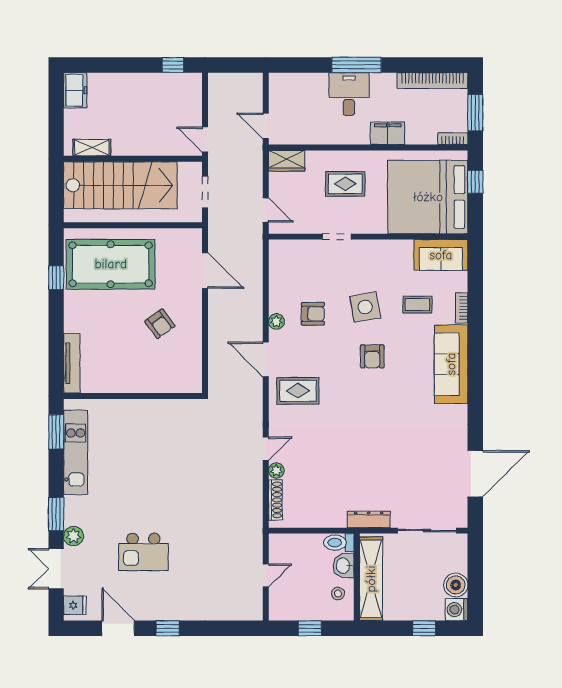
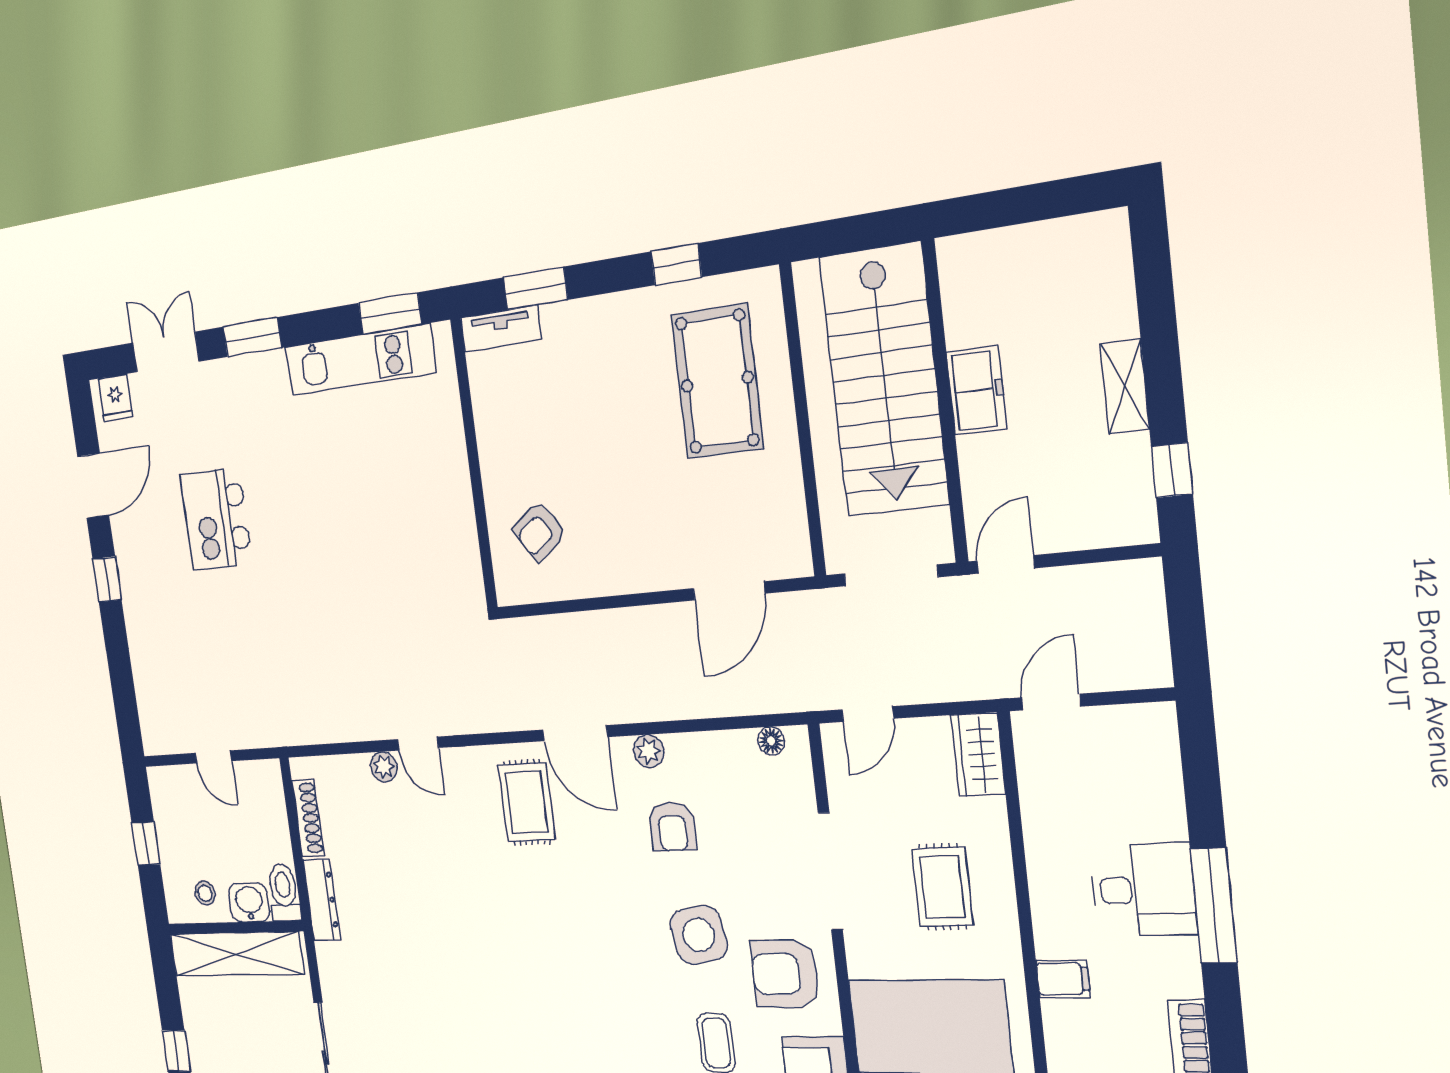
freezer: (75, 90) -> (976, 390), moved, turned -90
filing cabinet: (388, 133) -> (1063, 979), width x0.50
shelving: (92, 148) -> (1125, 386), moved
doorway: (205, 192) -> (891, 575), width x1.38
doorway: (337, 237) -> (830, 871), width x1.88
floor lamp: (275, 258) -> (771, 741), added
pool table: (111, 264) -> (717, 382), width x0.73, depth x0.76
armchair: (160, 324) -> (539, 531), moved
window: (56, 351) -> (536, 288), added
armchair: (372, 356) -> (785, 974), moved, width x1.38, depth x1.38
door: (266, 359) -> (575, 733), swing flipped
tv unit: (72, 363) -> (501, 329), width x0.71
shoe rack: (275, 500) -> (308, 818), moved, turned -90
dresser: (369, 519) -> (322, 900), moved
plant: (74, 536) -> (222, 378), removed

